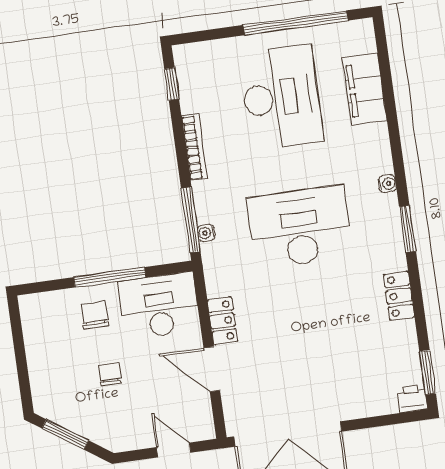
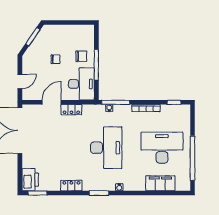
desk: (281, 97) -> (162, 148), turned 180
printer: (412, 398) -> (30, 180), width x1.87, depth x1.48

